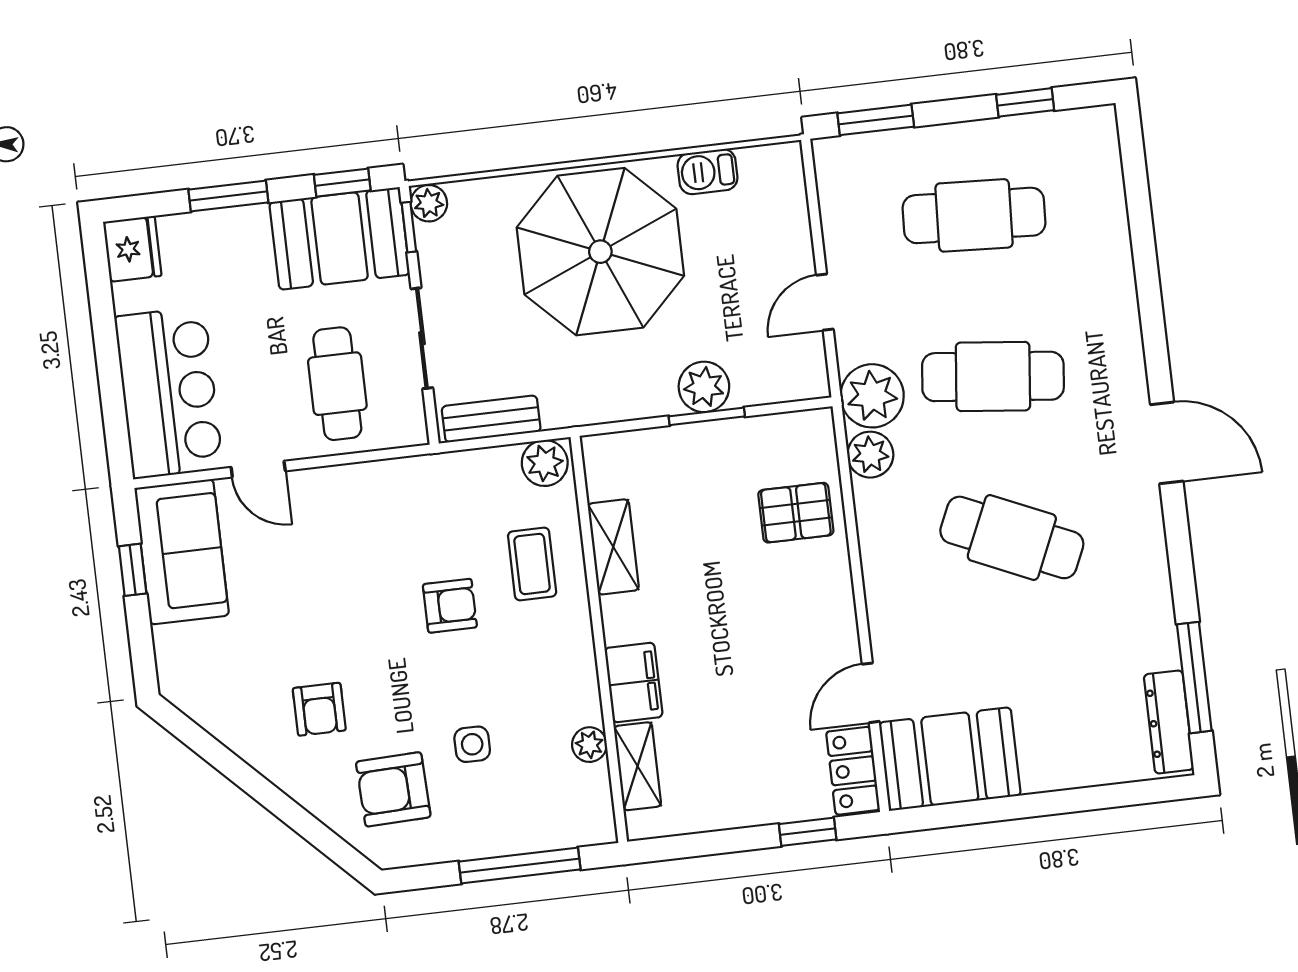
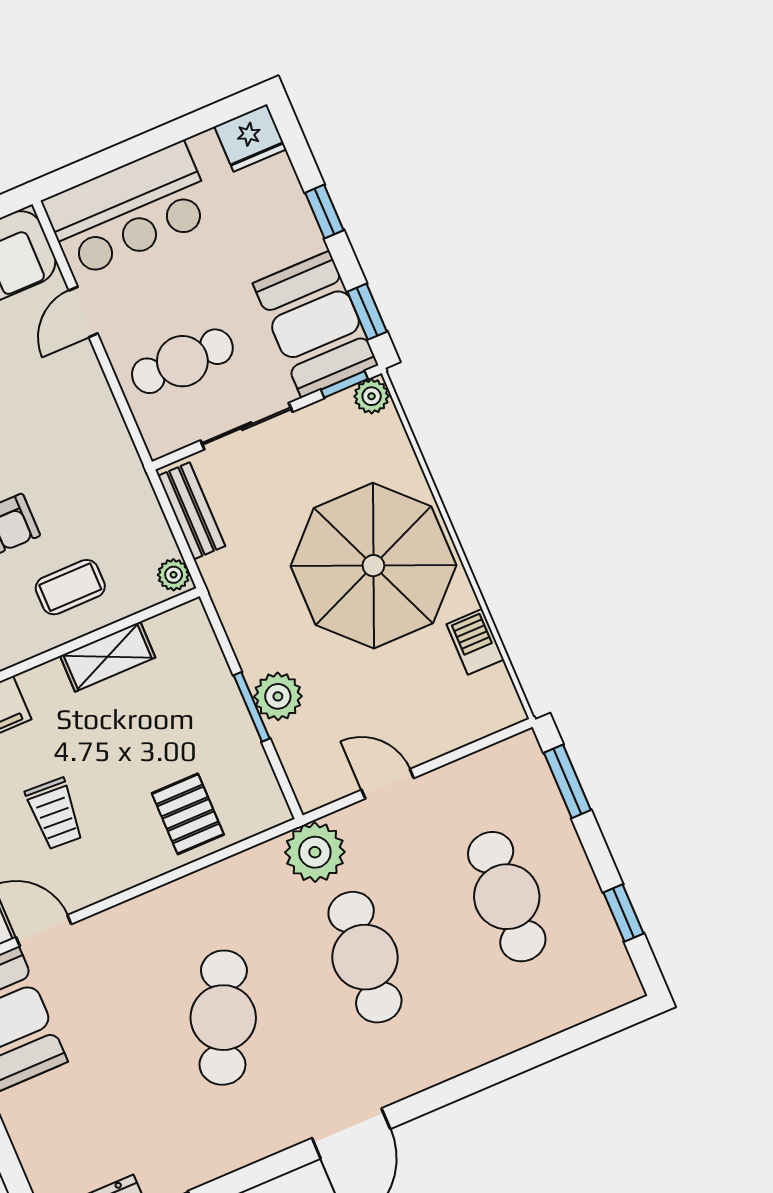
window: (228, 196) -> (324, 211), width x0.67
plant: (870, 455) -> (261, 866), removed
plant: (545, 463) -> (174, 575), width x0.73, depth x0.73
trolley: (756, 647) -> (55, 814), added

